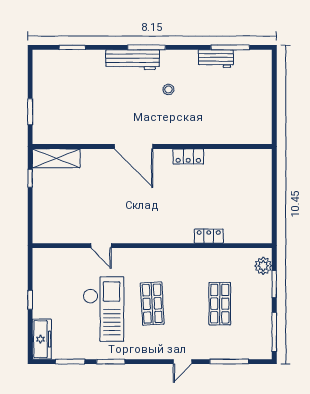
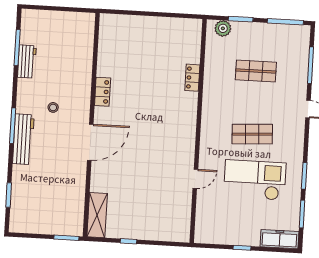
door: (134, 147) -> (90, 142), moved
wall: (152, 147) -> (91, 125), moved
locker: (188, 156) -> (103, 92), moved
shelving: (56, 158) -> (97, 215), moved

